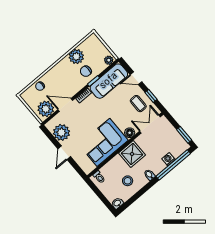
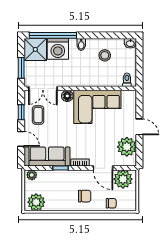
plant: (76, 57) -> (36, 202), moved
chair: (86, 71) -> (85, 196), moved
window: (184, 135) -> (21, 68), moved
door: (64, 153) -> (139, 127), hinge flipped
shower: (132, 154) -> (35, 49), moved
washing machine: (168, 159) -> (58, 49), width x1.89, depth x1.89

